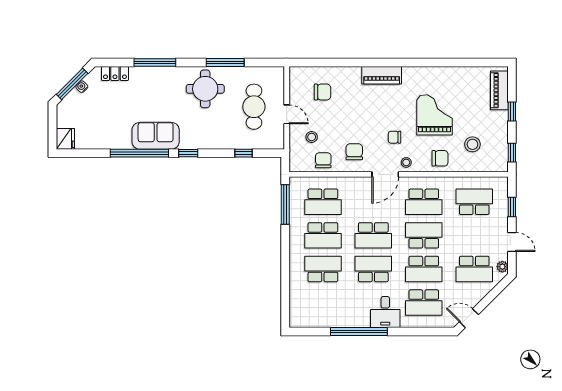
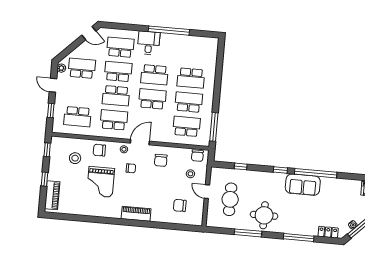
chair: (323, 160) -> (197, 156), moved

